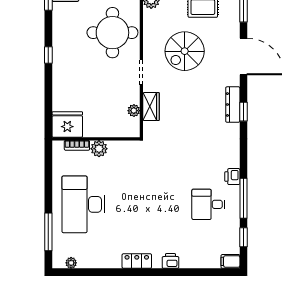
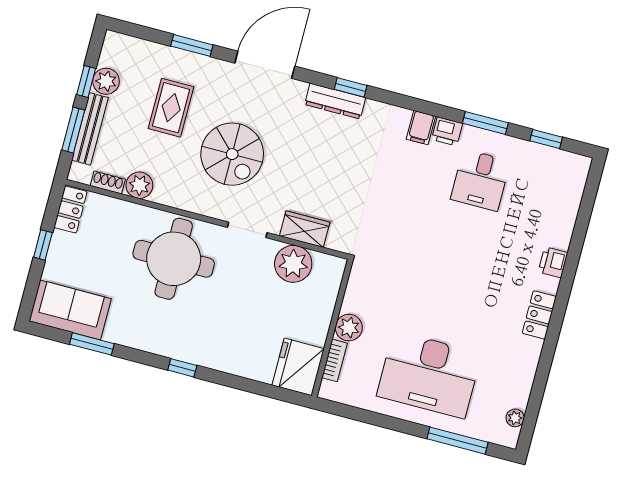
plant: (134, 111) -> (293, 264), width x1.88, depth x1.88
window: (243, 198) -> (485, 123), width x0.69
filing cabinet: (230, 261) -> (421, 128), moved

